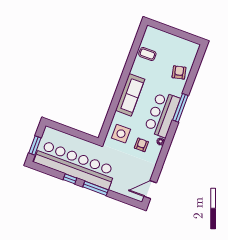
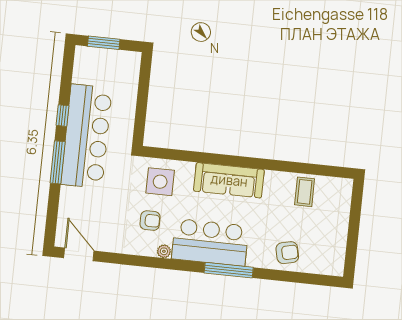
bar counter: (75, 165) -> (86, 136), width x0.73

